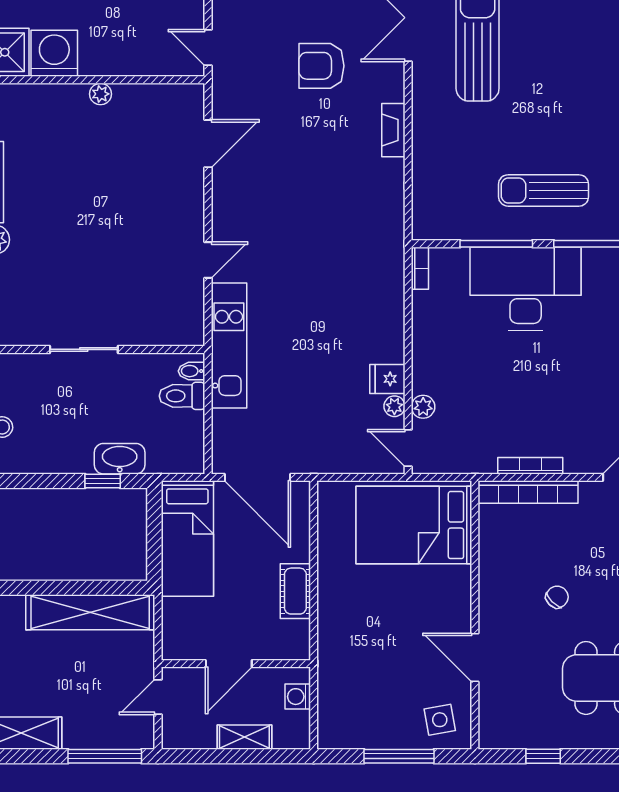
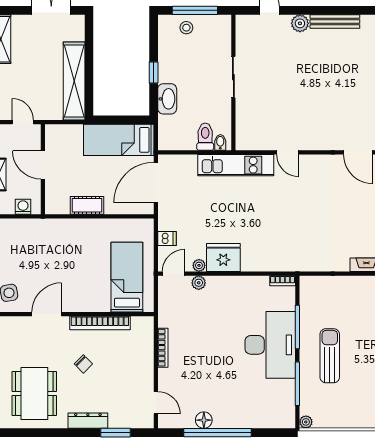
fridge: (387, 379) -> (223, 258), width x1.88, depth x1.34
dishwasher: (350, 459) -> (167, 238), added
window: (103, 481) -> (154, 72), moved
bookcase: (528, 492) -> (100, 323), moved, turned -90
bed: (414, 525) -> (127, 277), width x0.67

